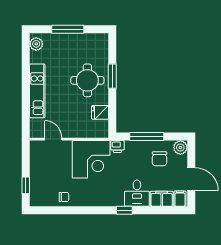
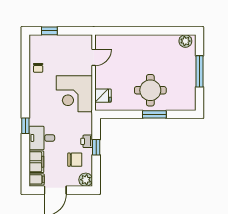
kitchen unit: (37, 91) -> (140, 42), removed
fridge: (100, 112) -> (103, 96), moved, turned 90
window: (147, 137) -> (96, 147), width x0.46
printer: (117, 146) -> (87, 141), moved
chair: (159, 159) -> (75, 160), turned 180

